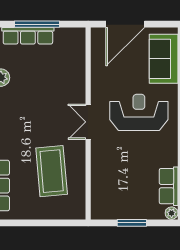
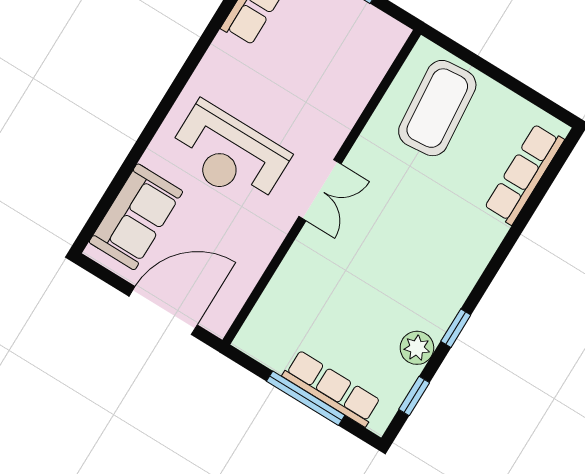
coffee table: (52, 171) -> (437, 108), moved

